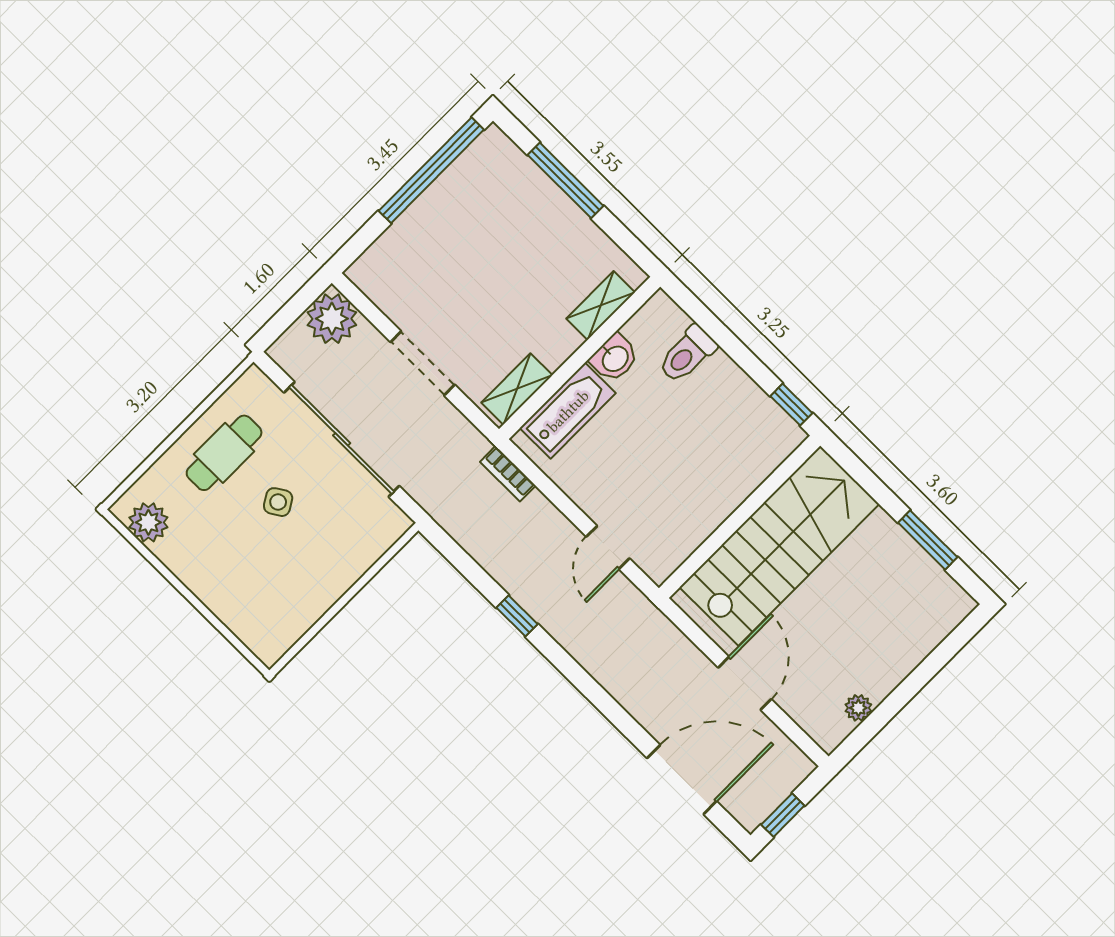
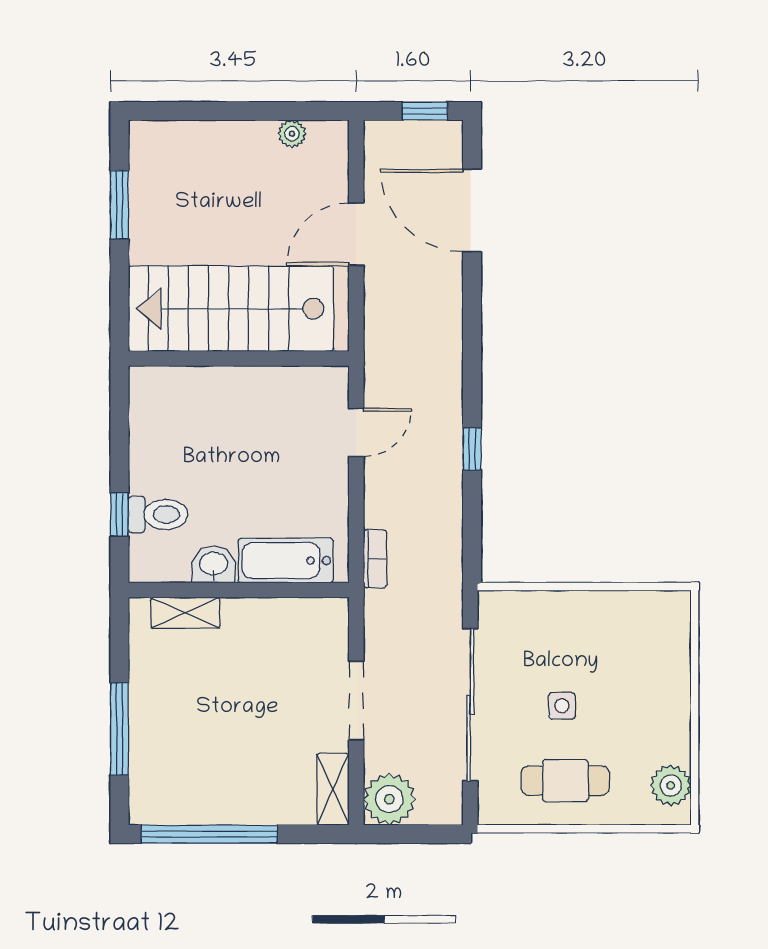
shelving: (517, 389) -> (333, 789), moved, turned 90
window: (791, 405) -> (119, 514), moved
side table: (278, 502) -> (562, 706), turned 32

